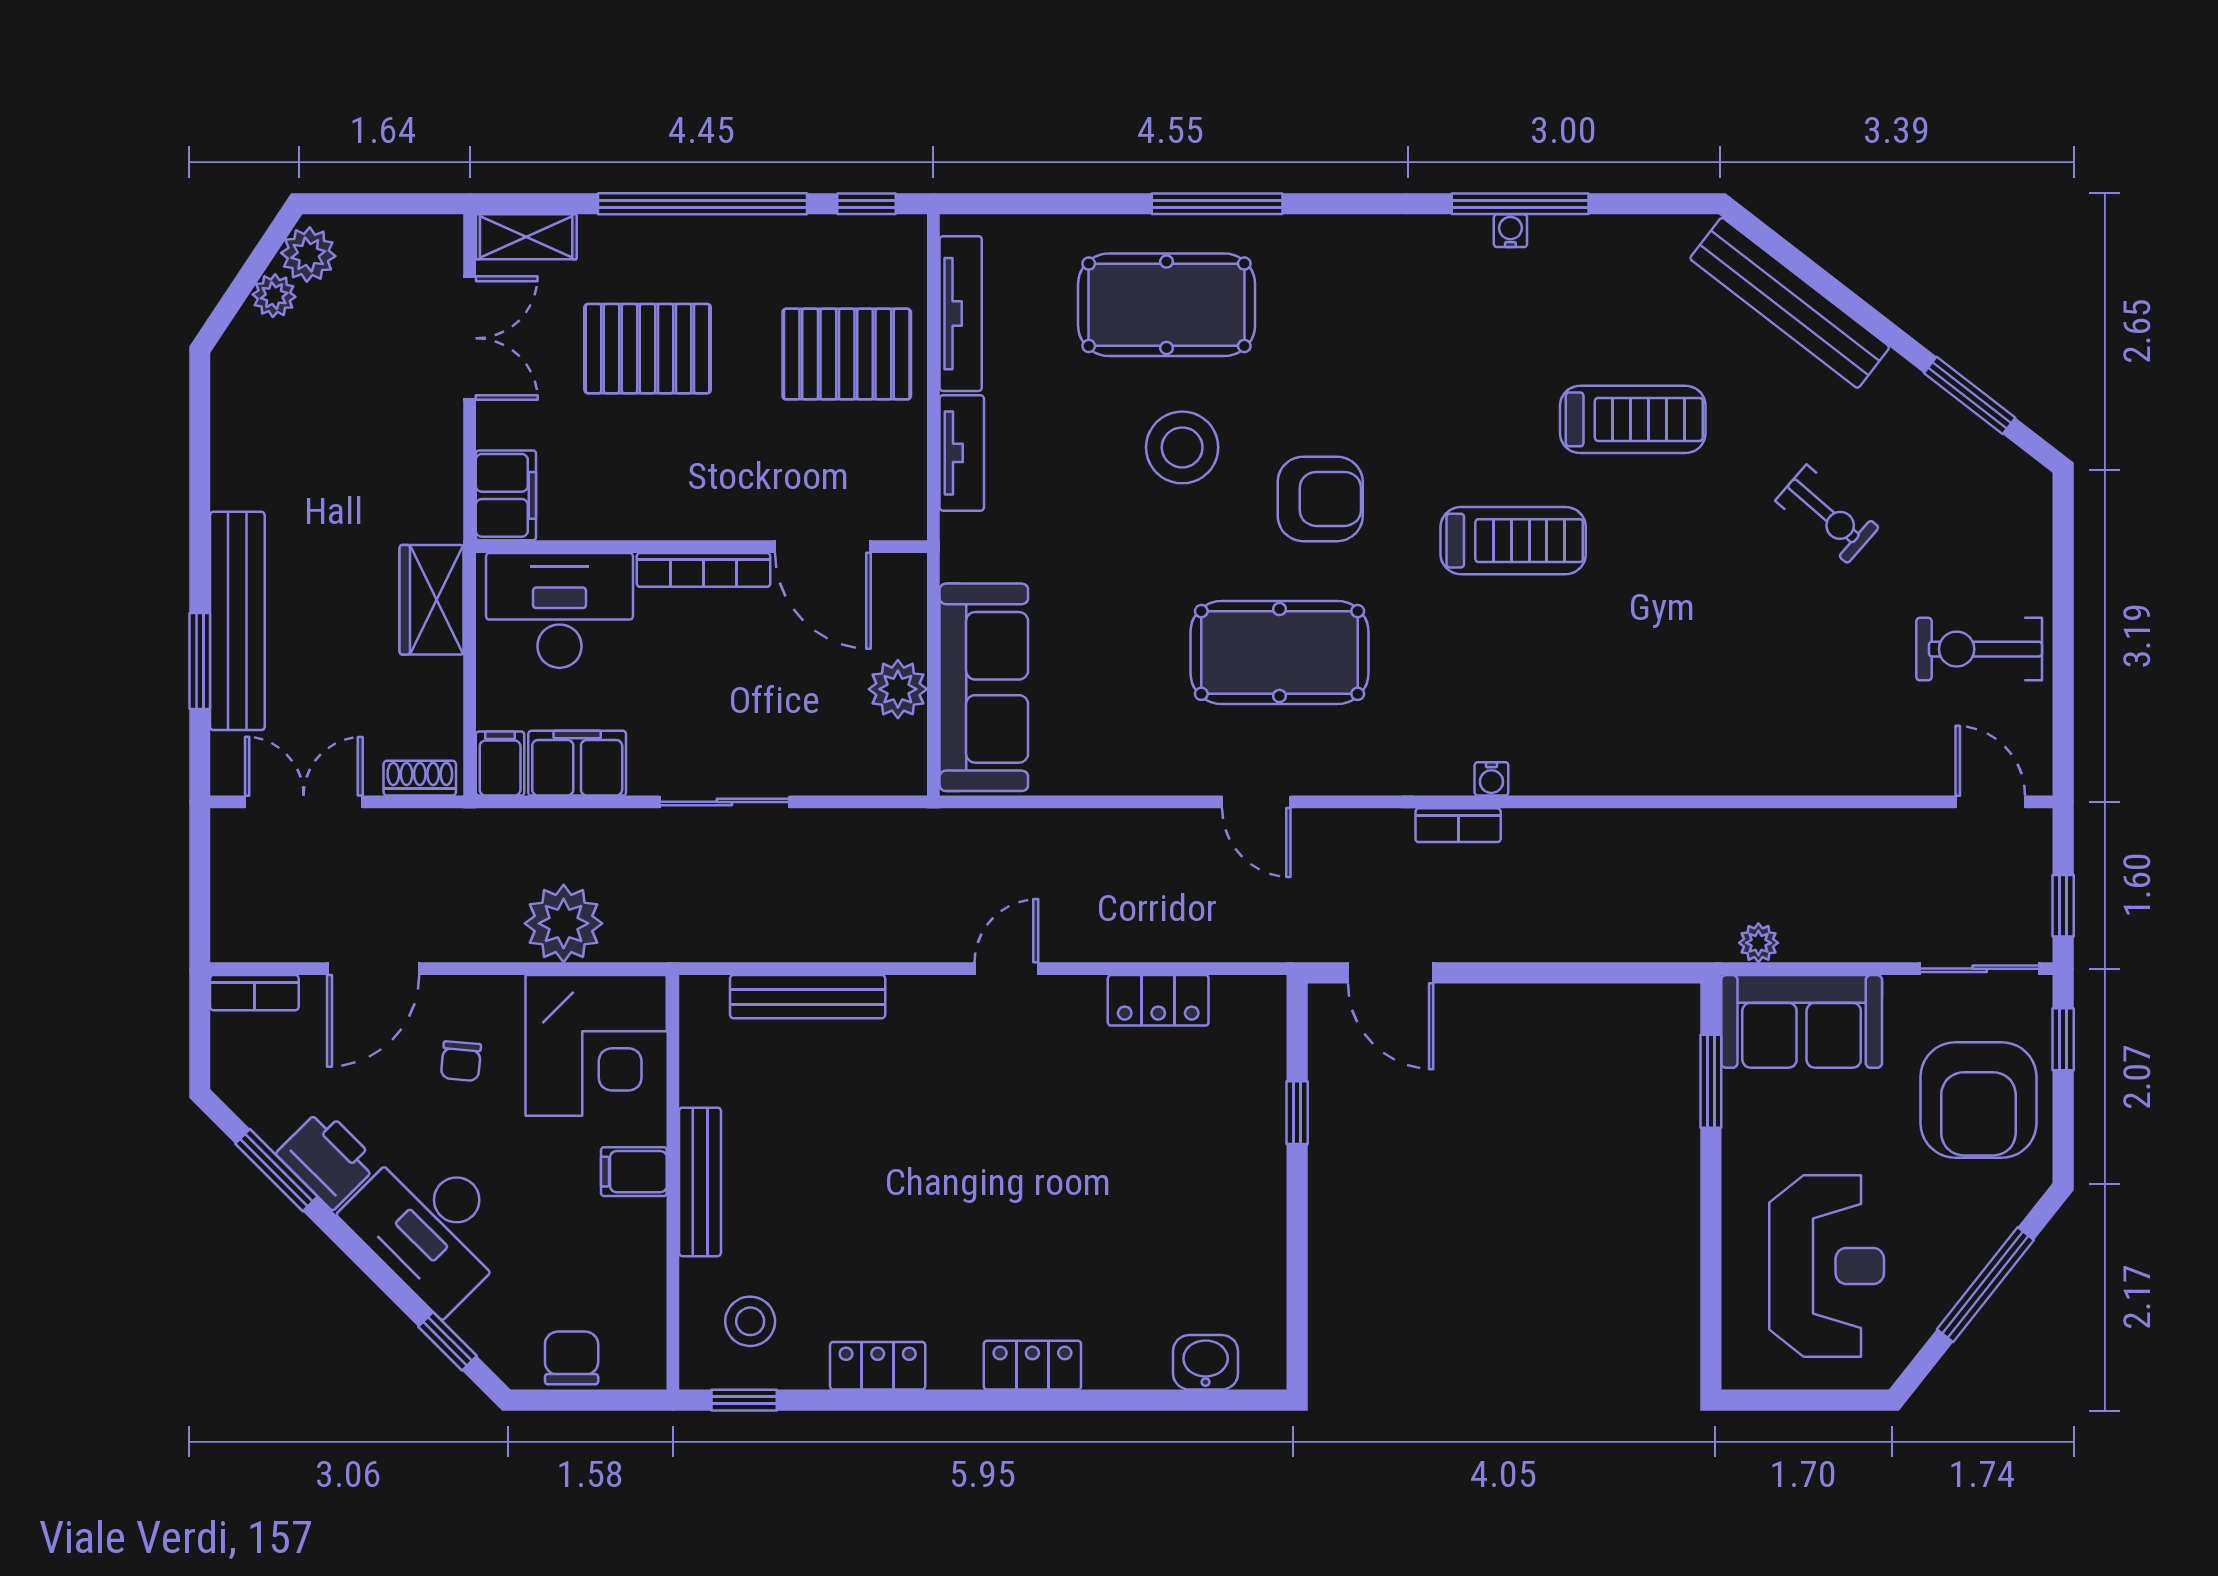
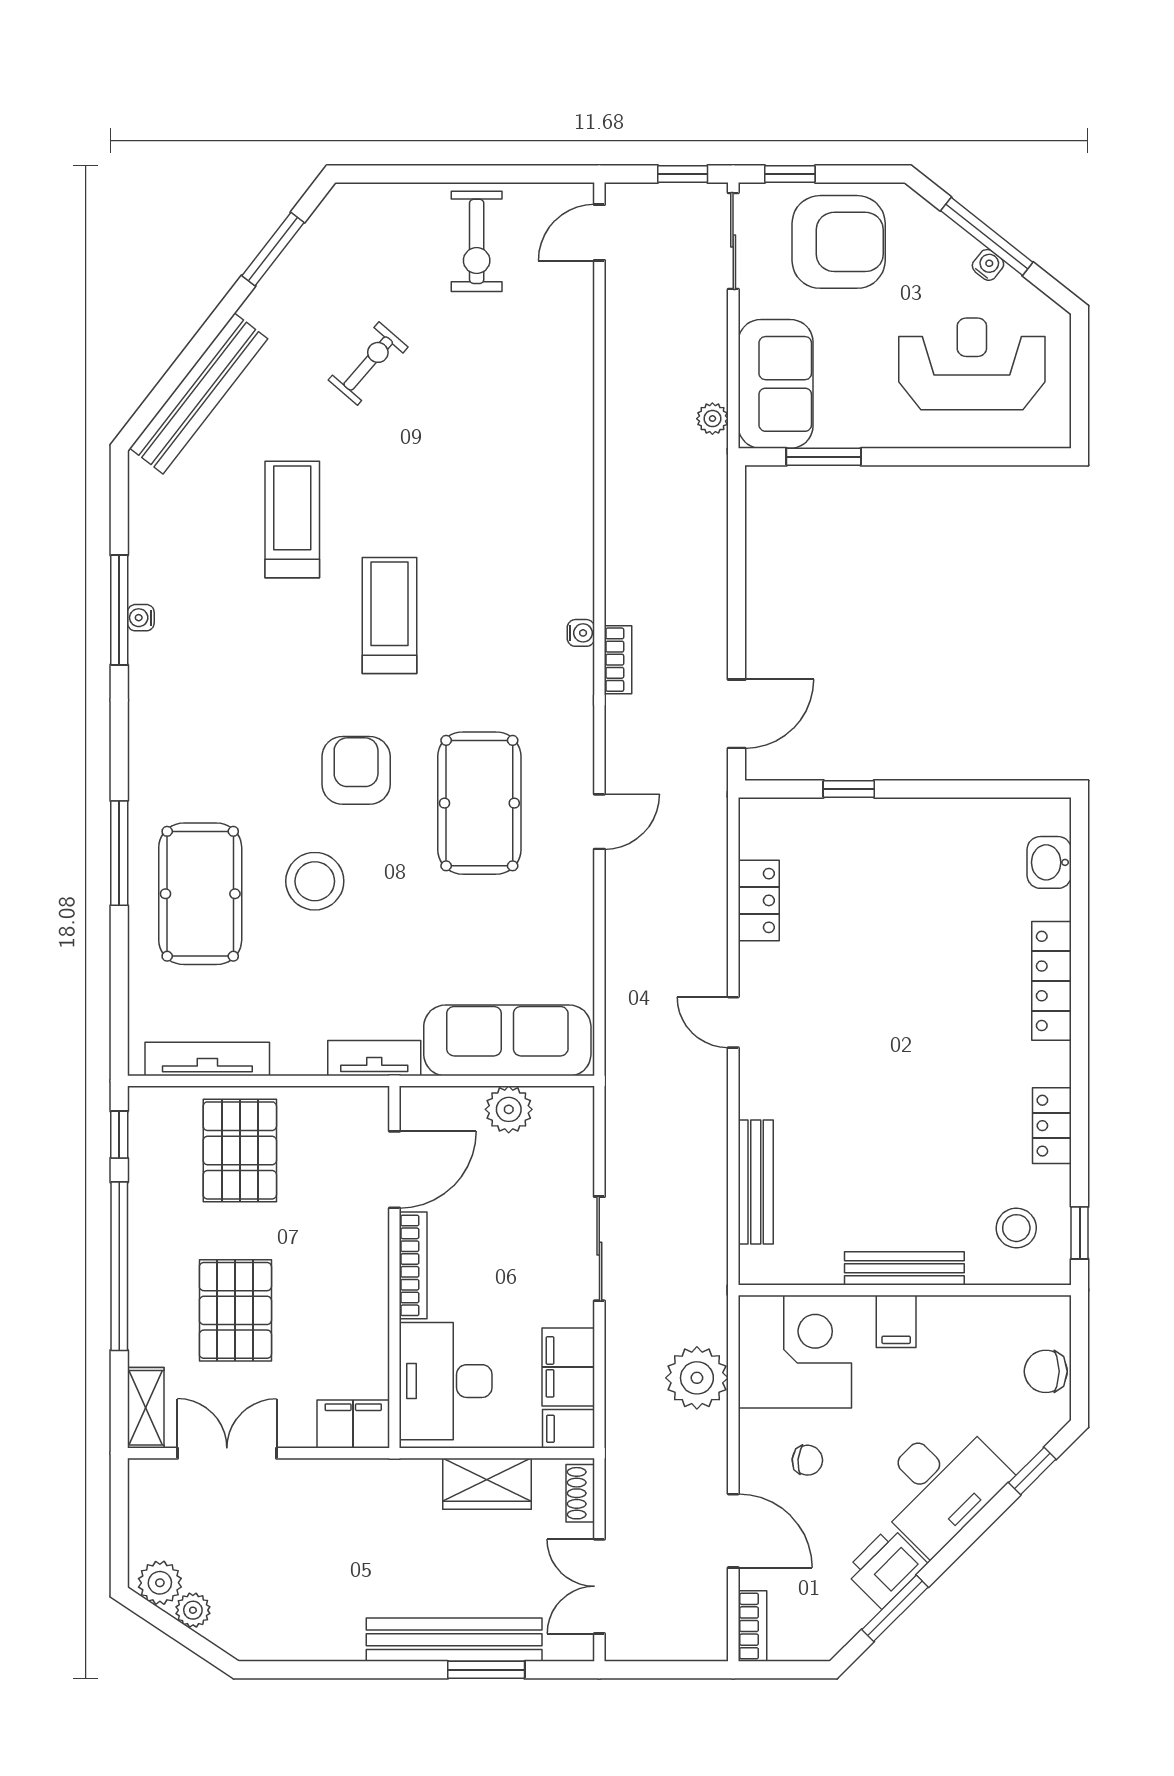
tv unit: (962, 453) -> (374, 1058), moved
wardrobe: (432, 600) -> (487, 1484), moved
water cooler: (1950, 1286) -> (988, 265), added
locker: (1032, 1365) -> (1052, 981), width x1.53

